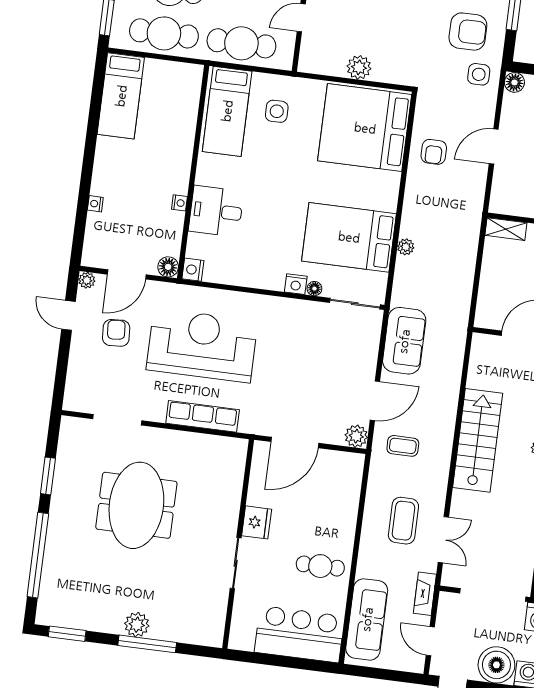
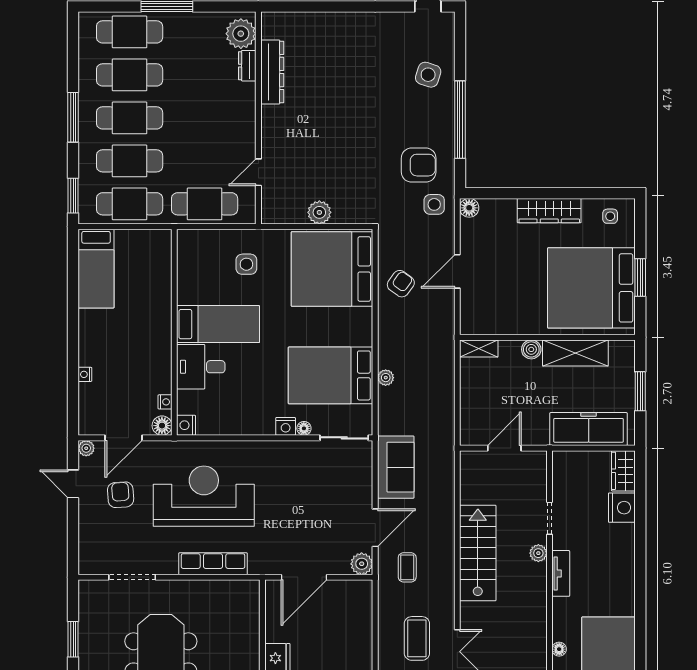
bed: (227, 111) -> (218, 324), moved, turned -90
armchair: (434, 152) -> (401, 284), turned -144
nightstand: (179, 203) -> (165, 402), moved
coffee table: (403, 446) -> (407, 567), turned 90

